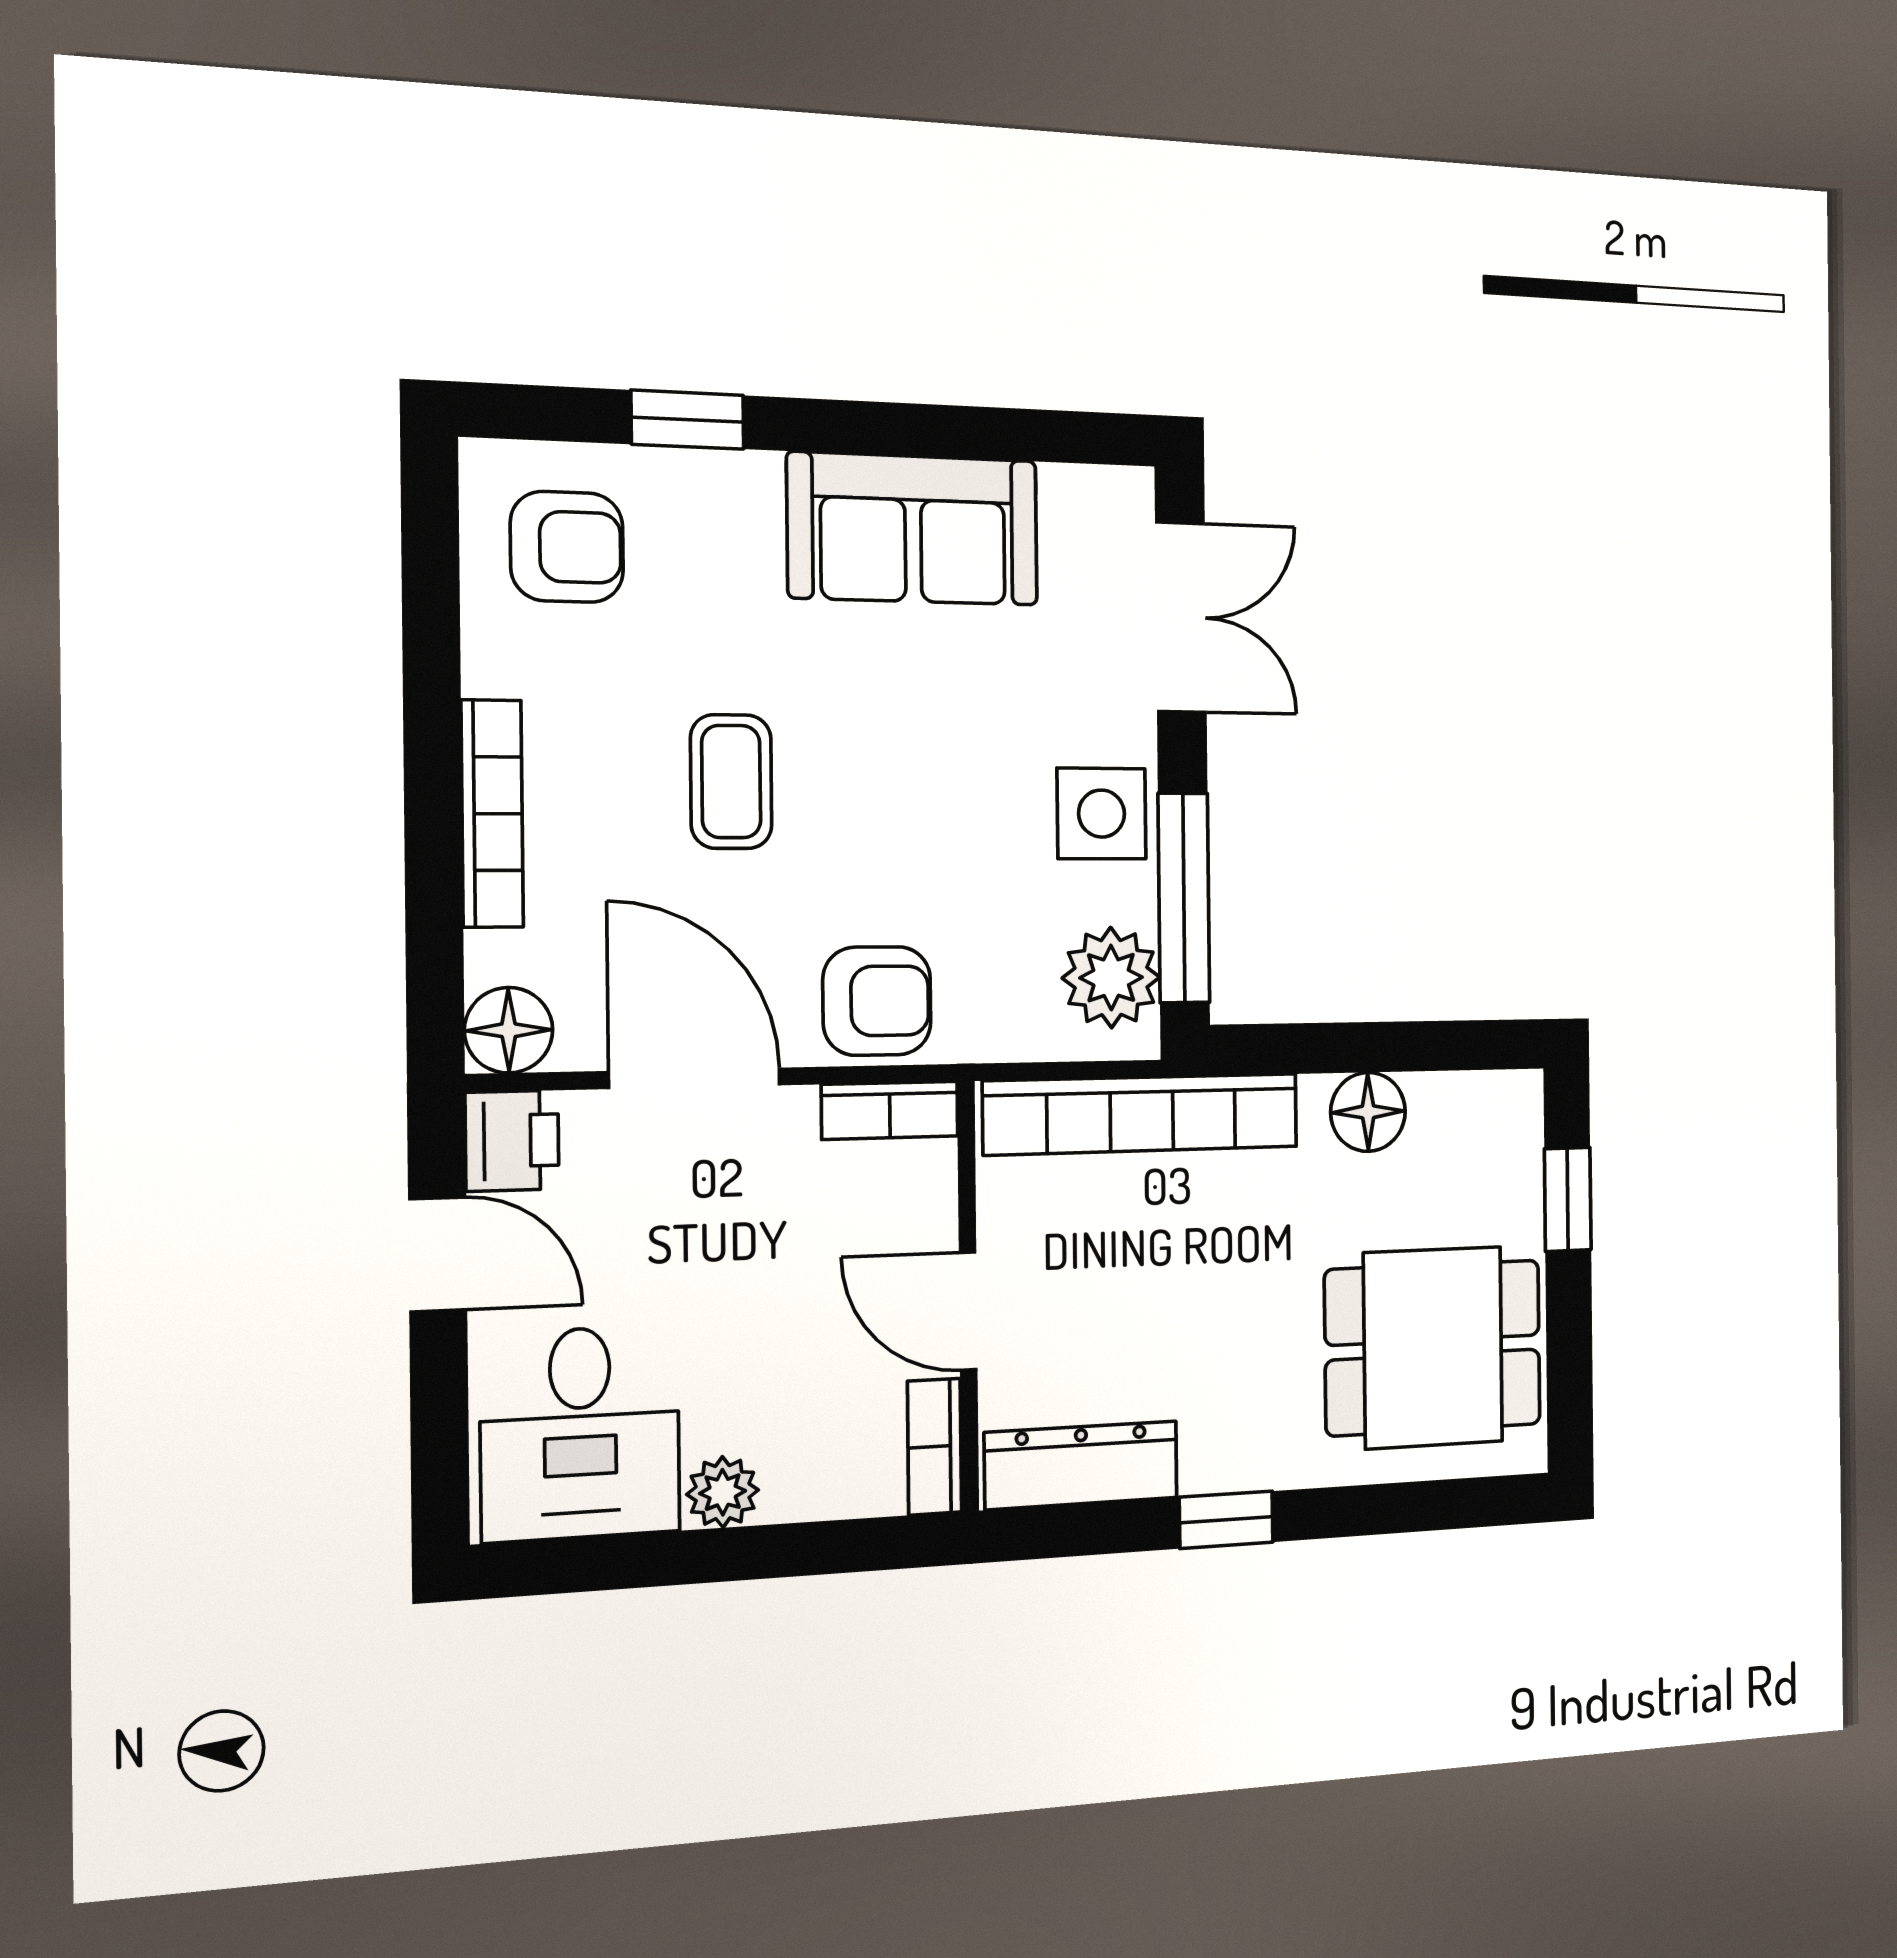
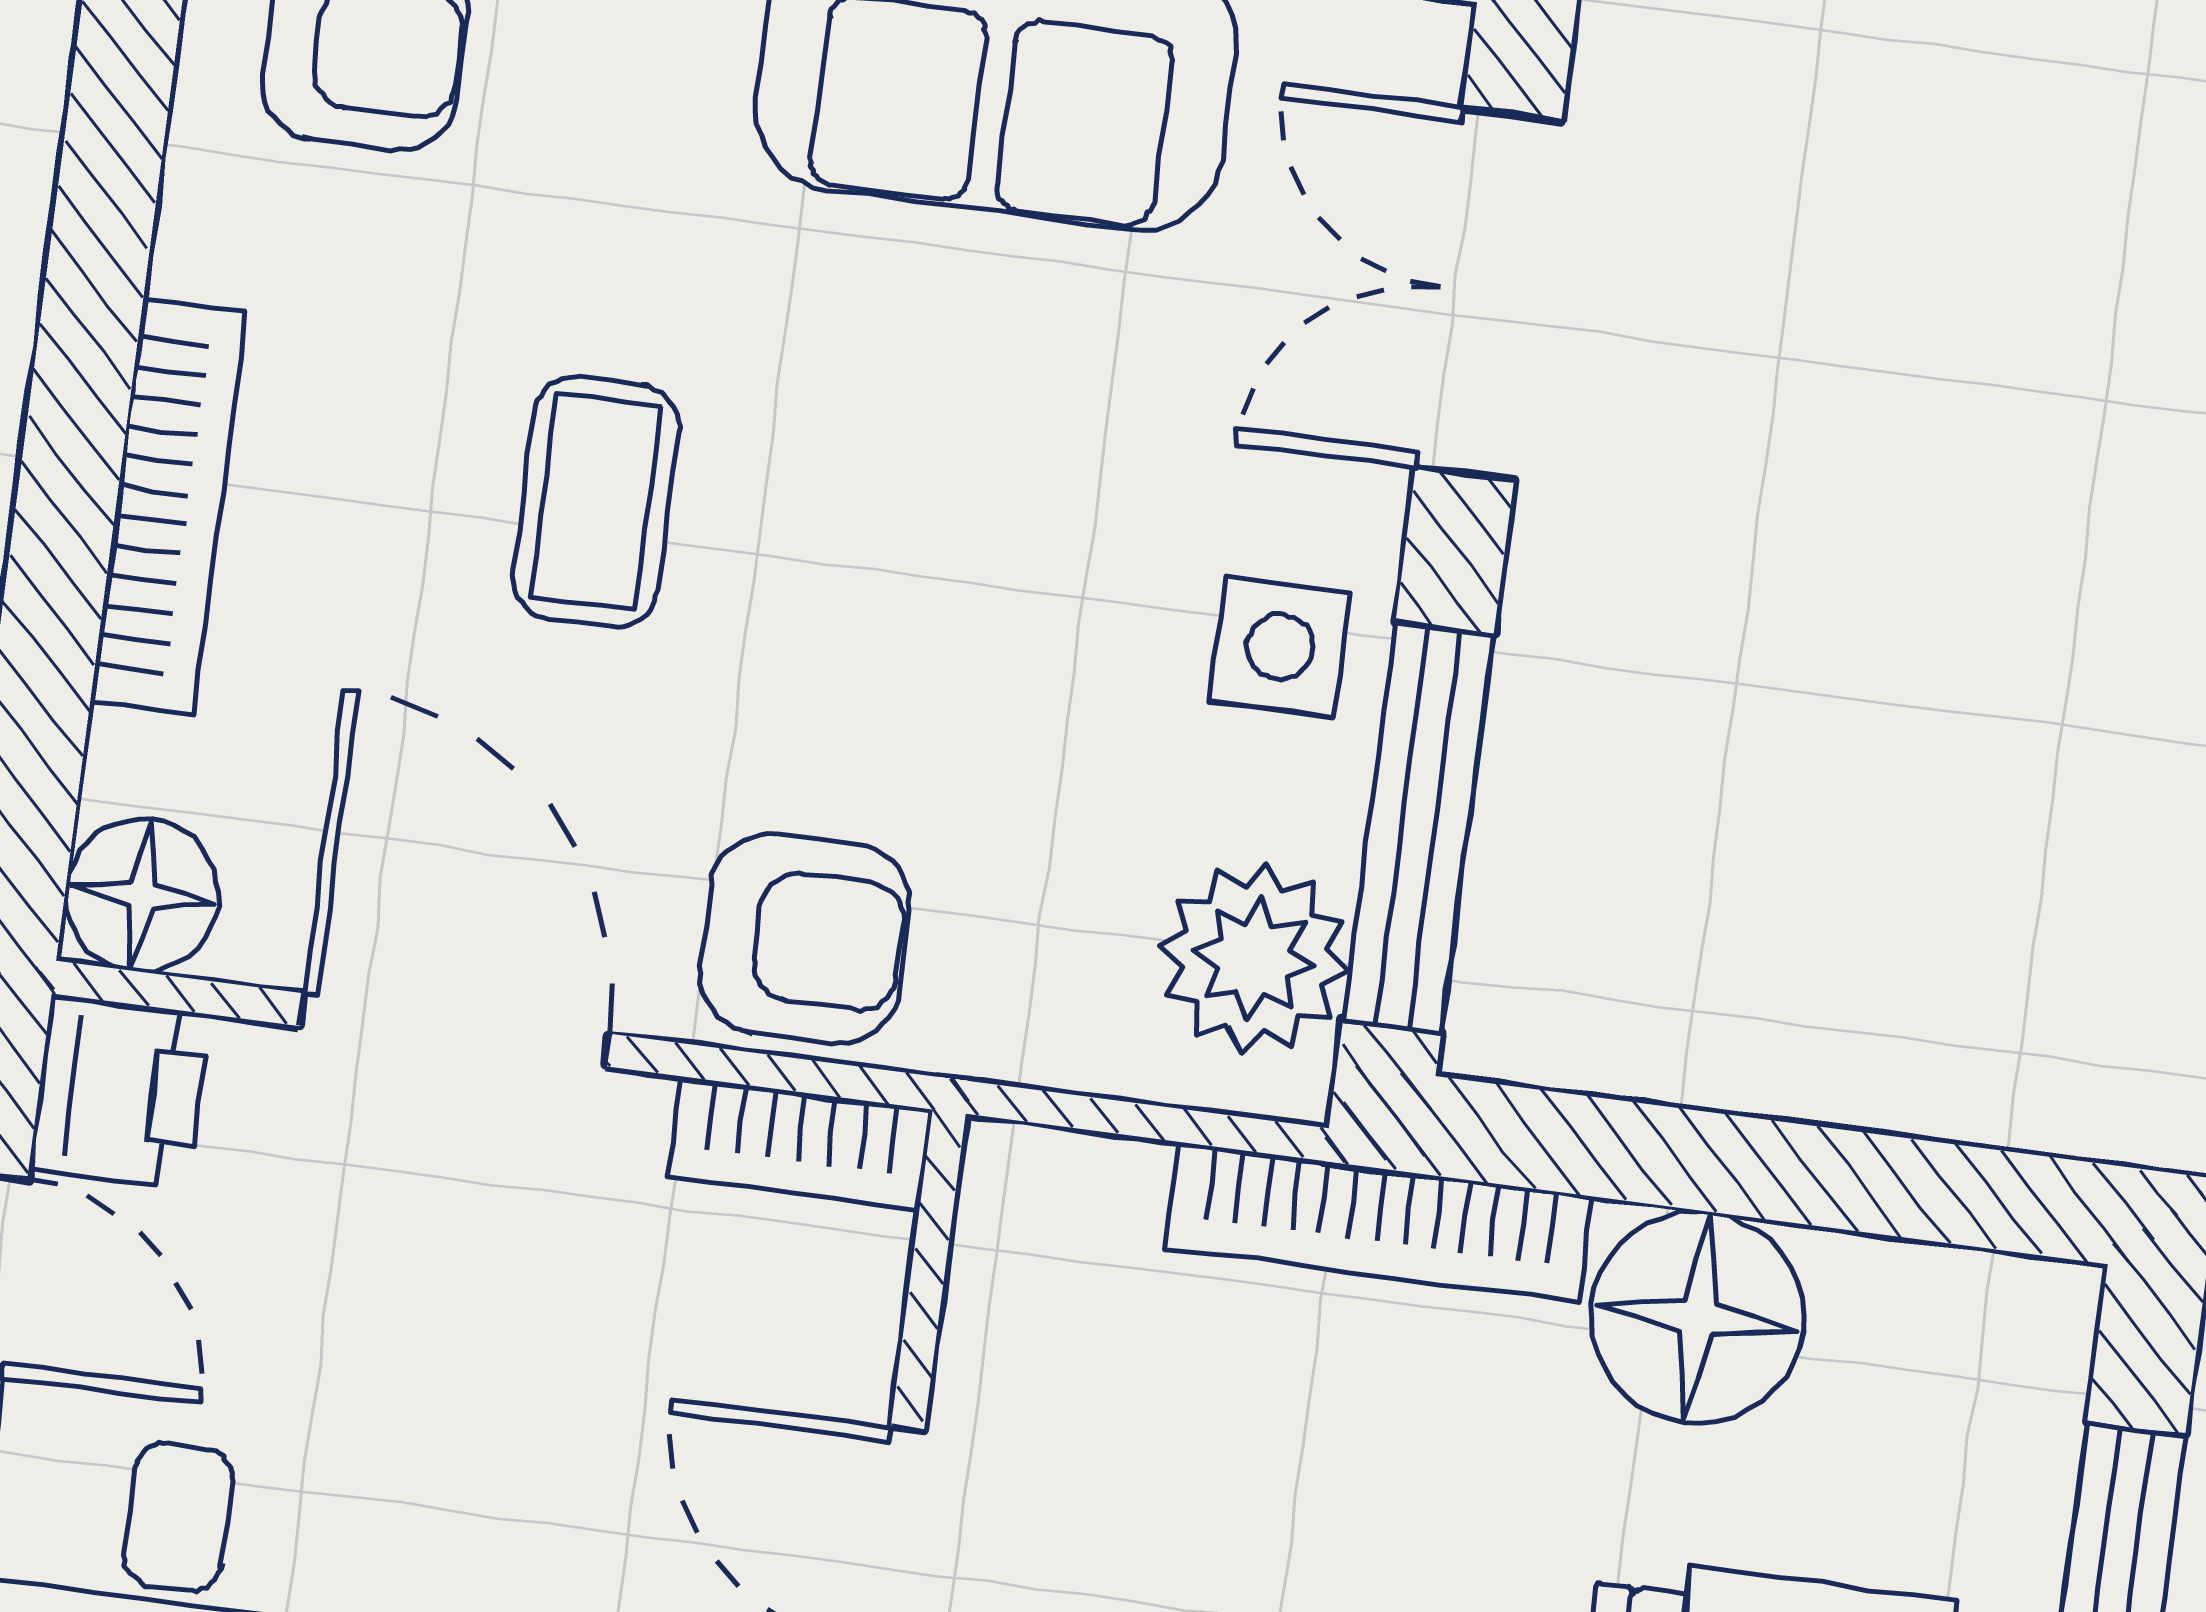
double door: (1181, 617) -> (1489, 294), swing flipped
side table: (1102, 814) -> (1280, 647), width x0.73, depth x0.73
floor lamp: (1368, 1112) -> (1697, 1317), width x1.38, depth x1.38
bookcase: (1142, 1114) -> (1379, 1222), width x0.68, depth x0.76

